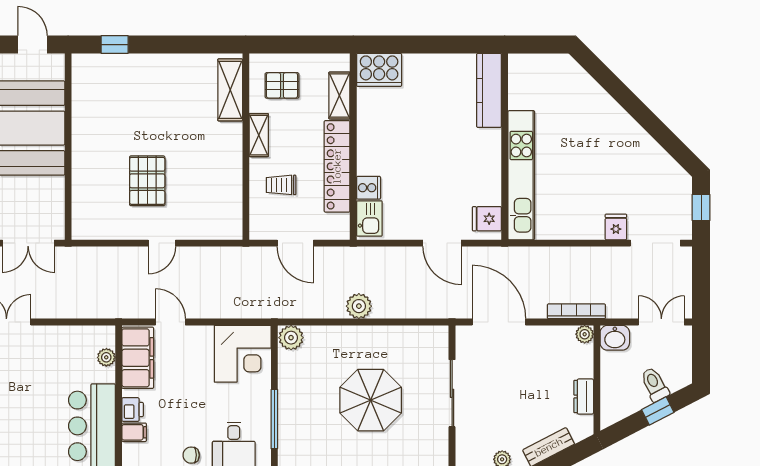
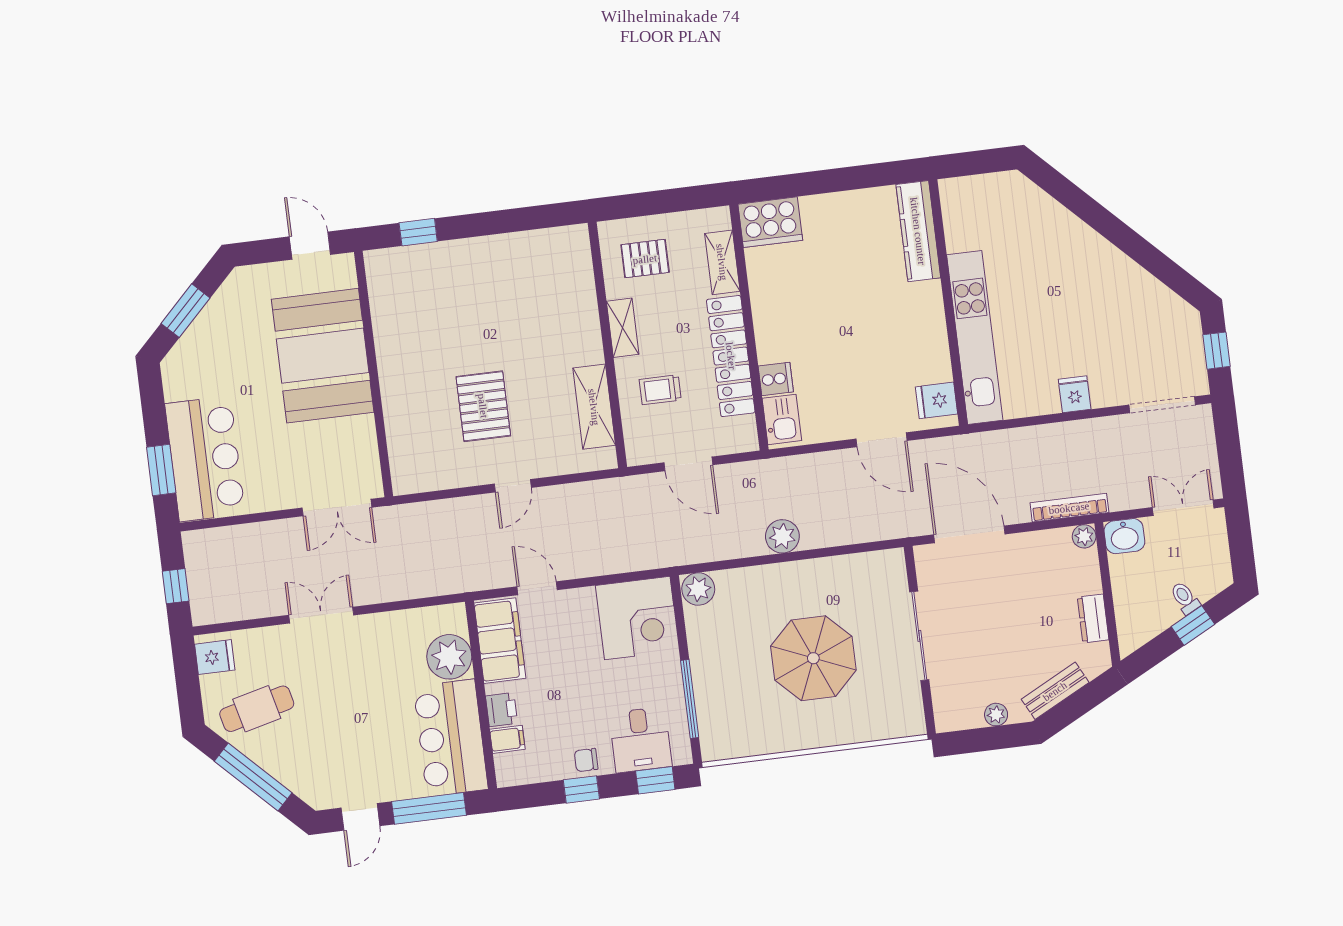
shelving: (230, 90) -> (594, 407), moved
fridge: (616, 227) -> (1075, 394), moved
plant: (106, 357) -> (449, 657), width x1.88, depth x1.88
toilet: (655, 384) -> (1185, 598), width x0.73, depth x0.72

